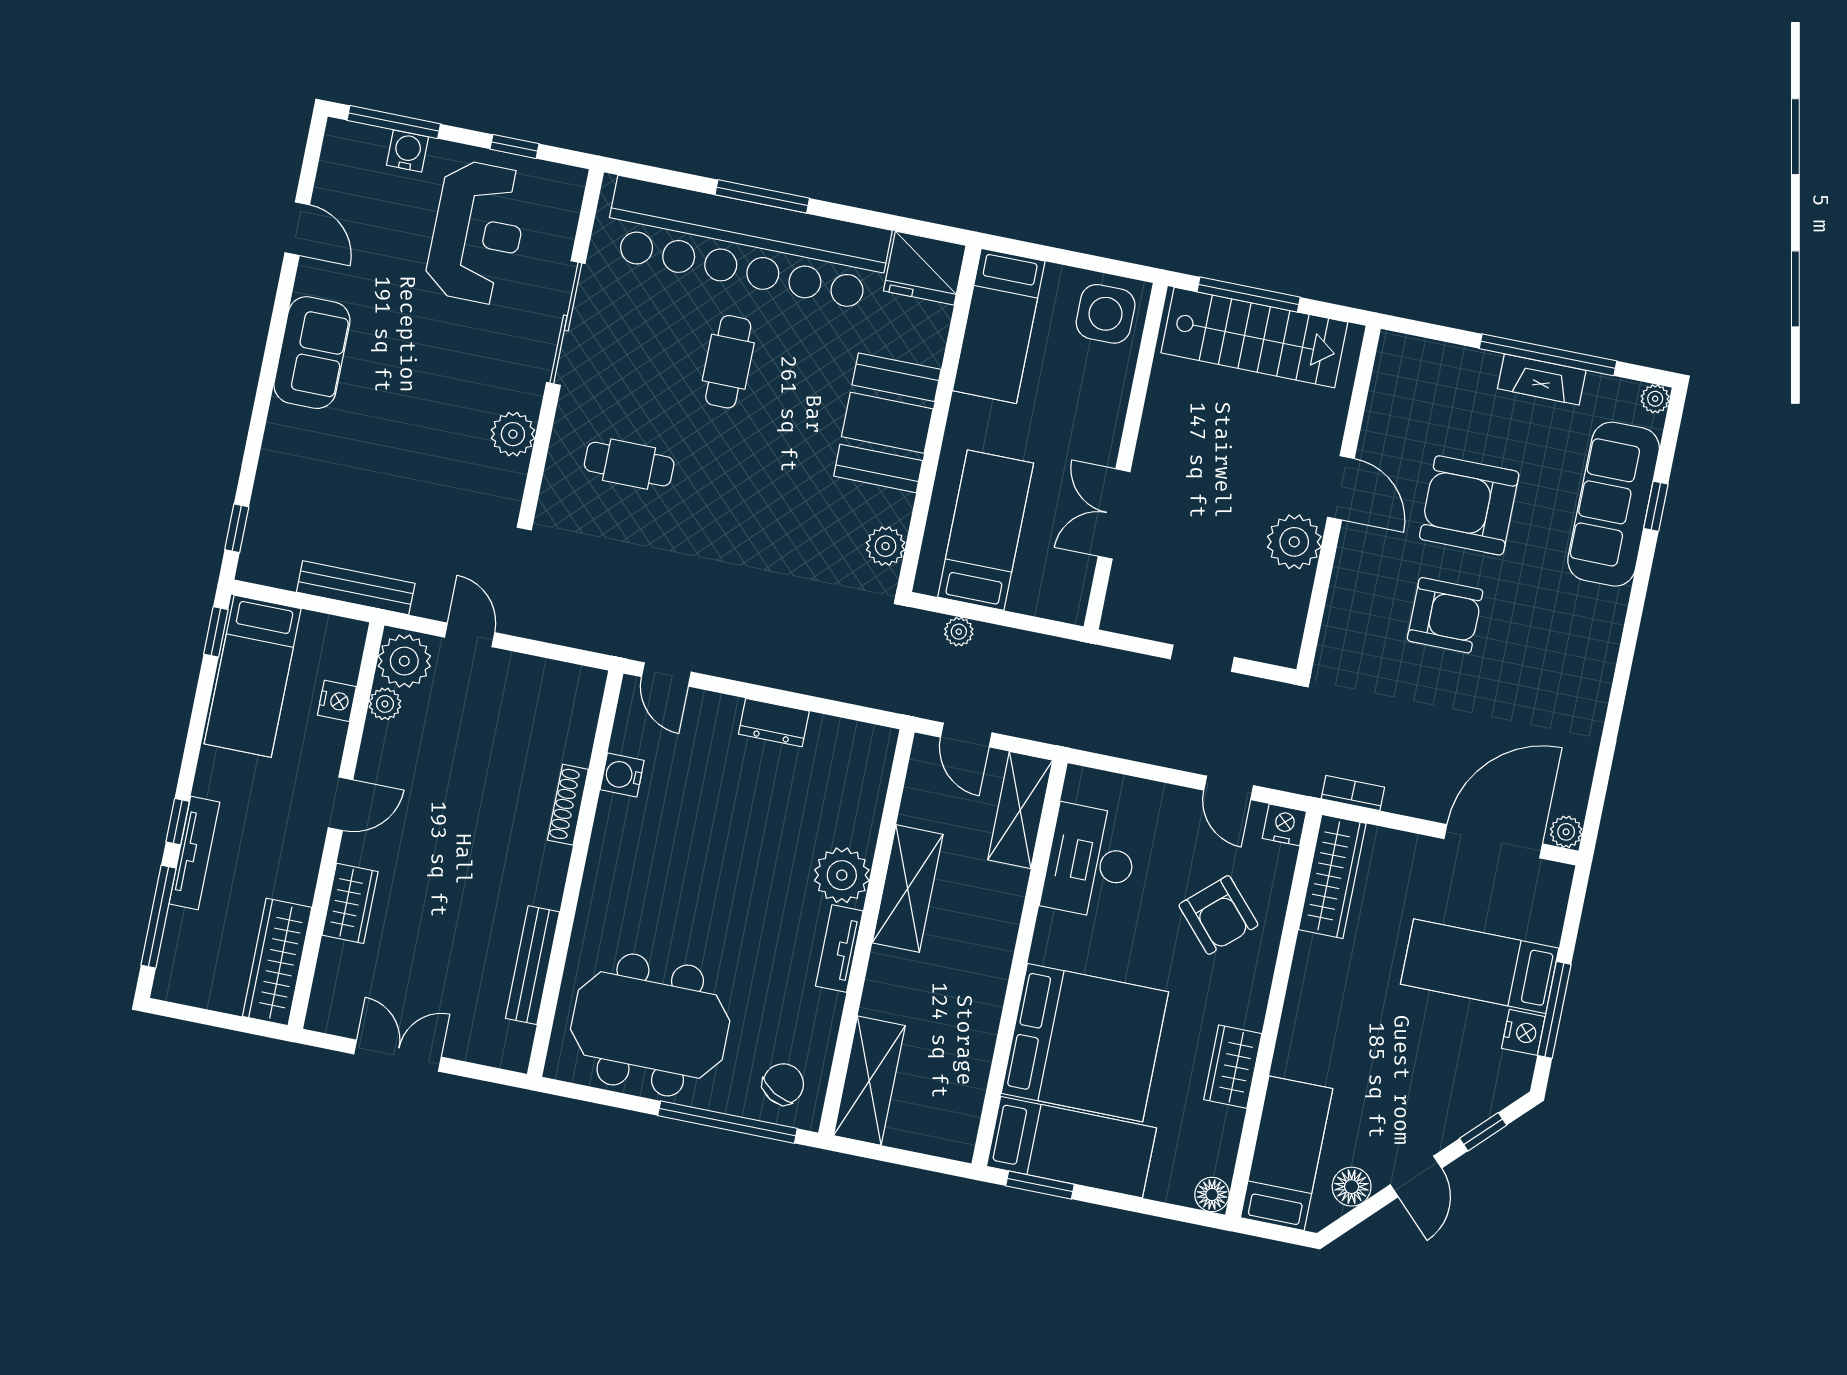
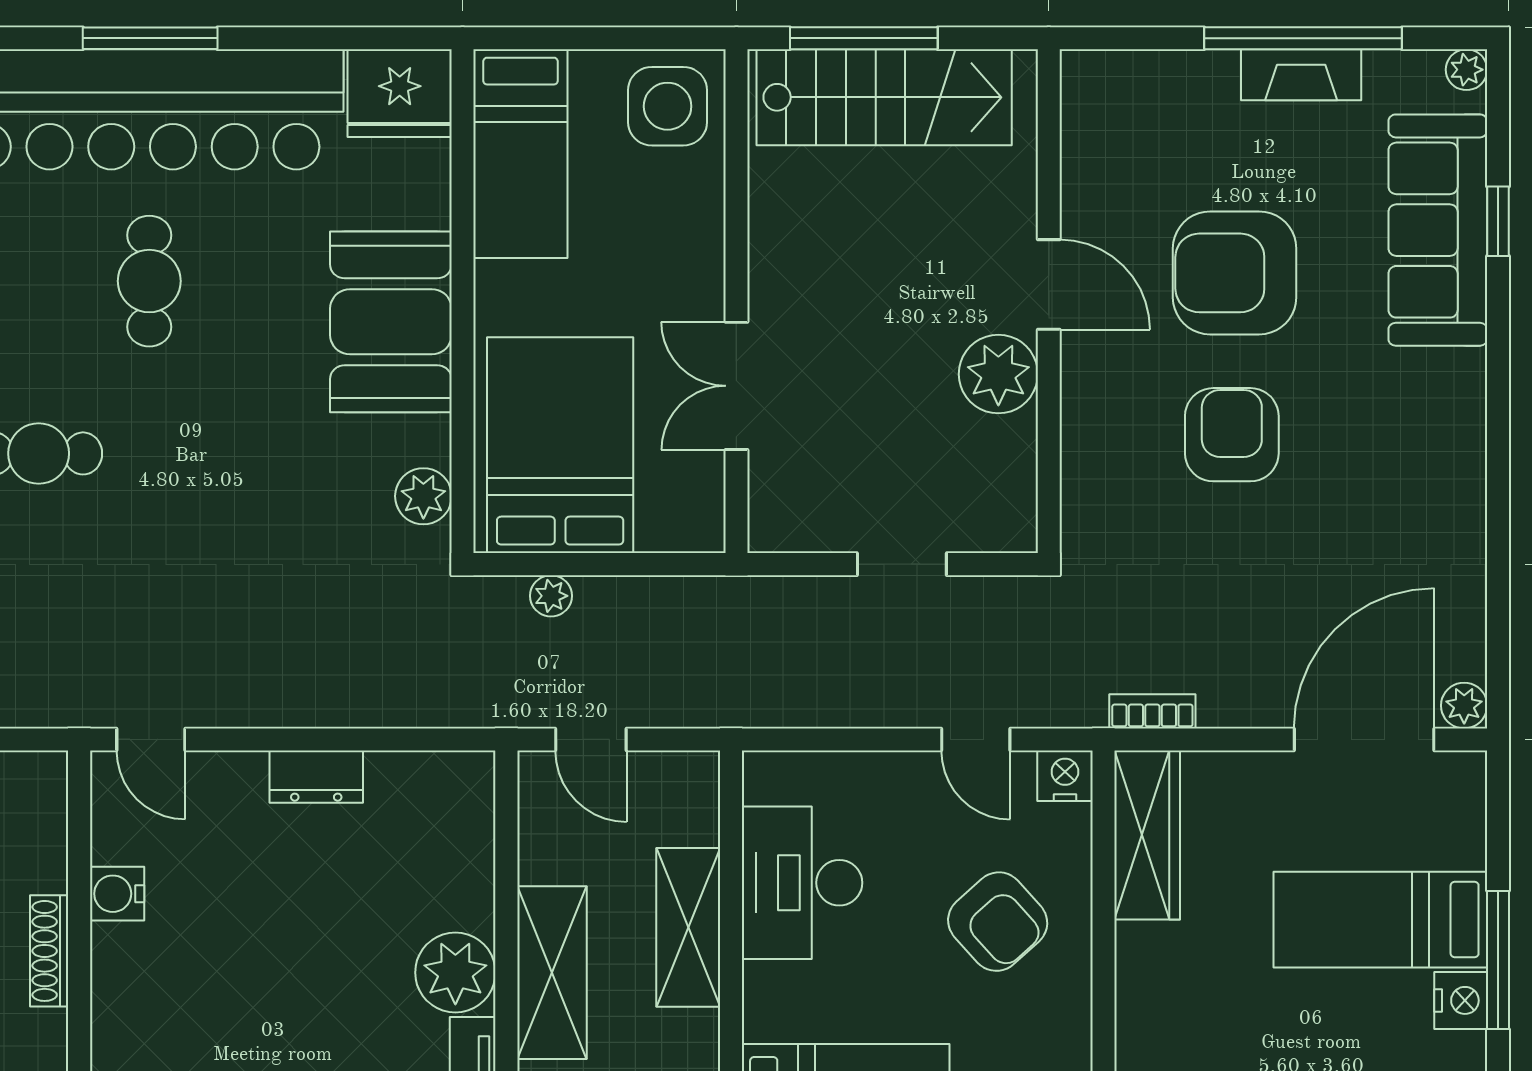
bed: (986, 530) -> (560, 445), width x1.50
armchair: (1445, 615) -> (1232, 435), turned -90
shelving: (1020, 810) -> (688, 927), moved

